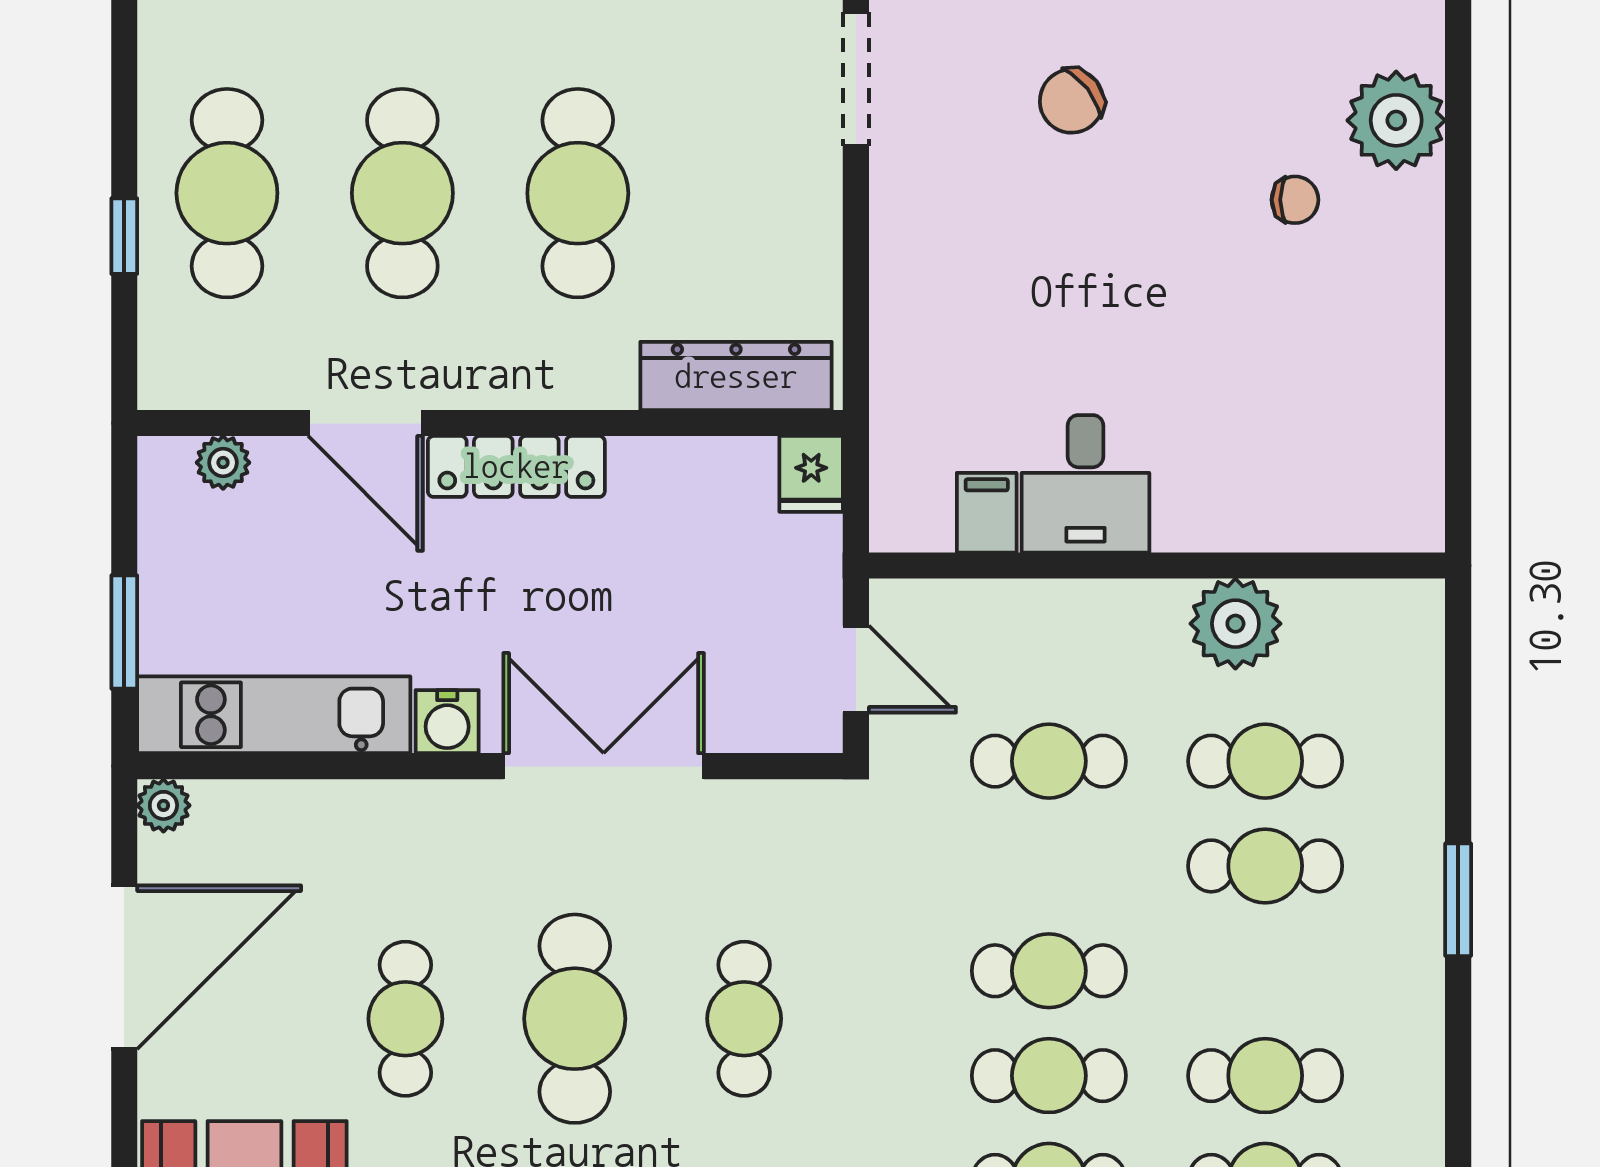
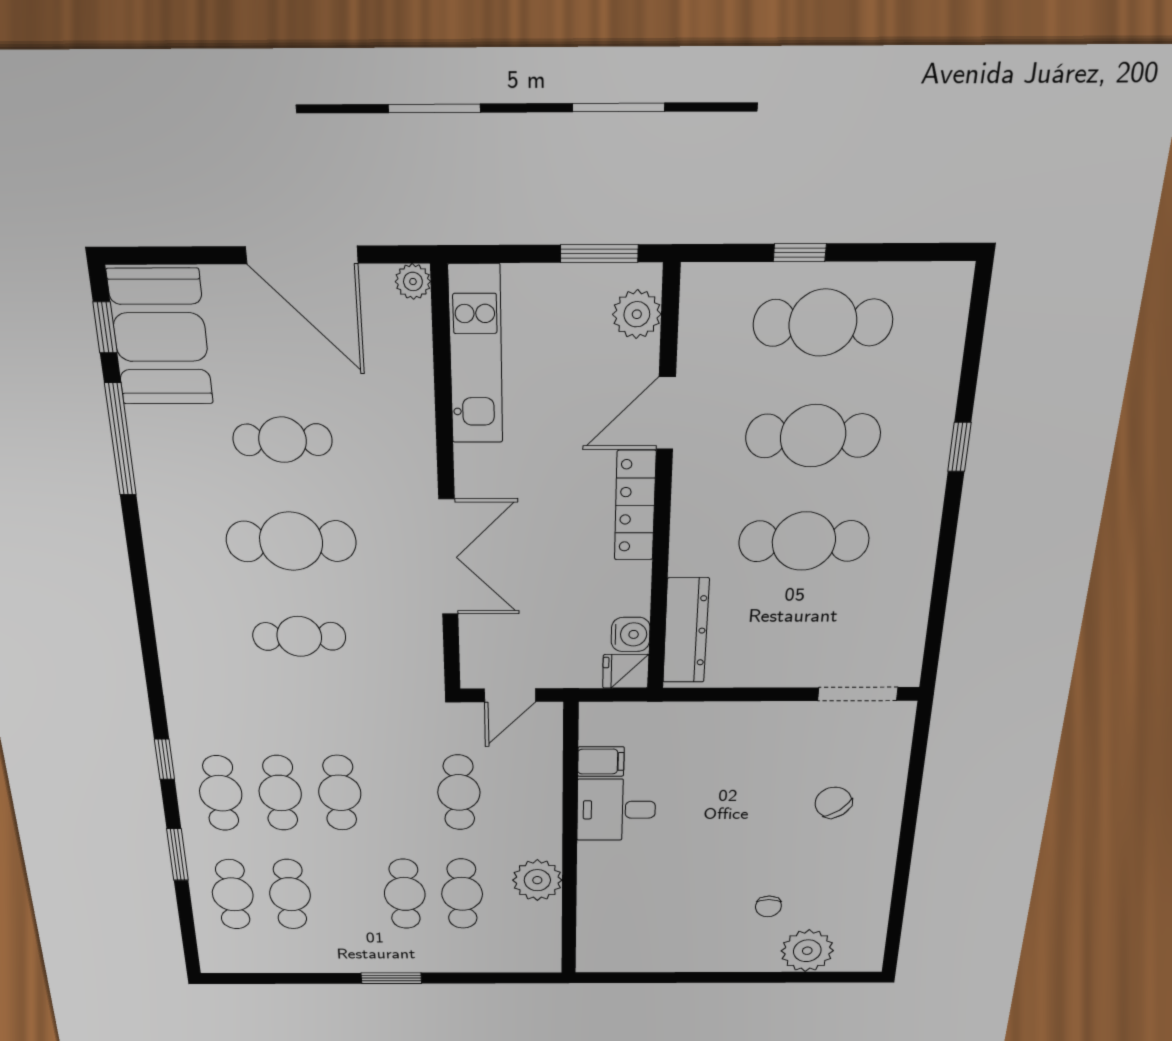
plant: (223, 463) -> (637, 314), width x1.38, depth x1.38
window: (124, 632) -> (599, 254), moved
water cooler: (447, 722) -> (631, 634), moved, turned 180

